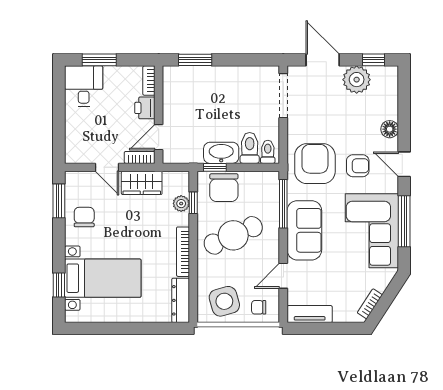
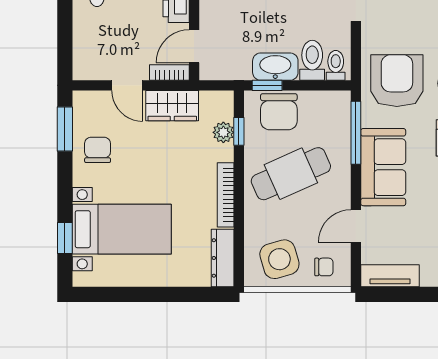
chair: (259, 307) -> (324, 267), turned 180

